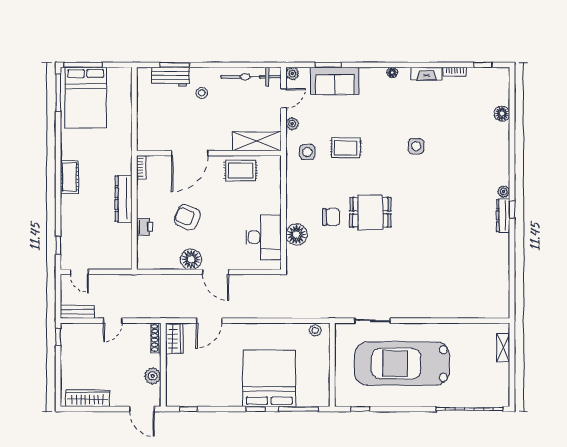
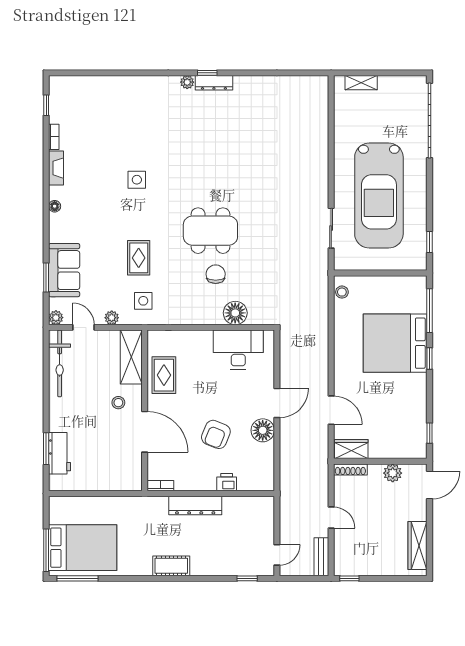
stool: (202, 93) -> (118, 403), moved
floor lamp: (502, 114) -> (100, 84), removed
dining table: (370, 212) -> (210, 231), width x1.37

